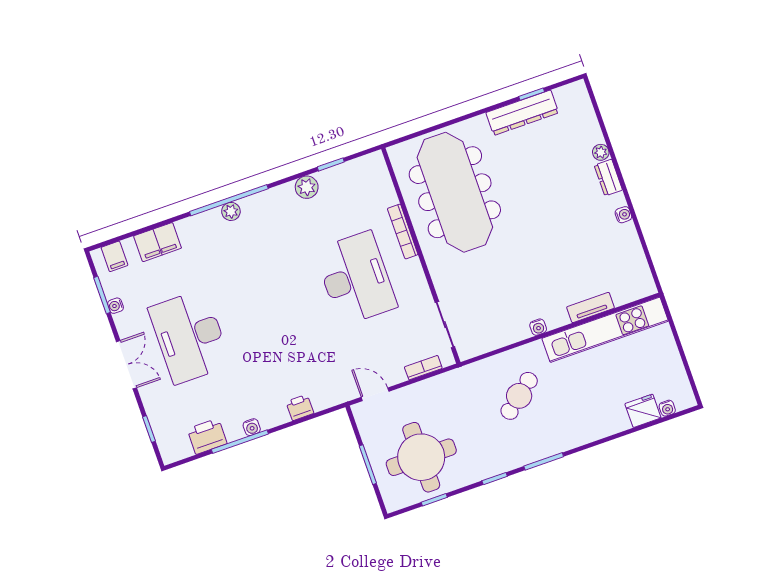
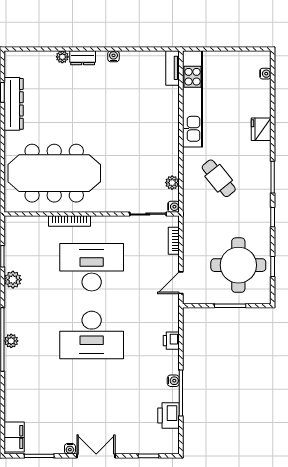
filing cabinet: (158, 242) -> (15, 402), removed
filing cabinet: (114, 256) -> (14, 437), width x2.00
water cooler: (116, 306) -> (70, 449), moved
tv unit: (591, 307) -> (173, 68), moved
water cooler: (538, 327) -> (174, 207), moved
desk: (190, 337) -> (92, 335), moved
plant: (494, 341) -> (172, 183), added
fridge: (643, 411) -> (261, 129), moved

